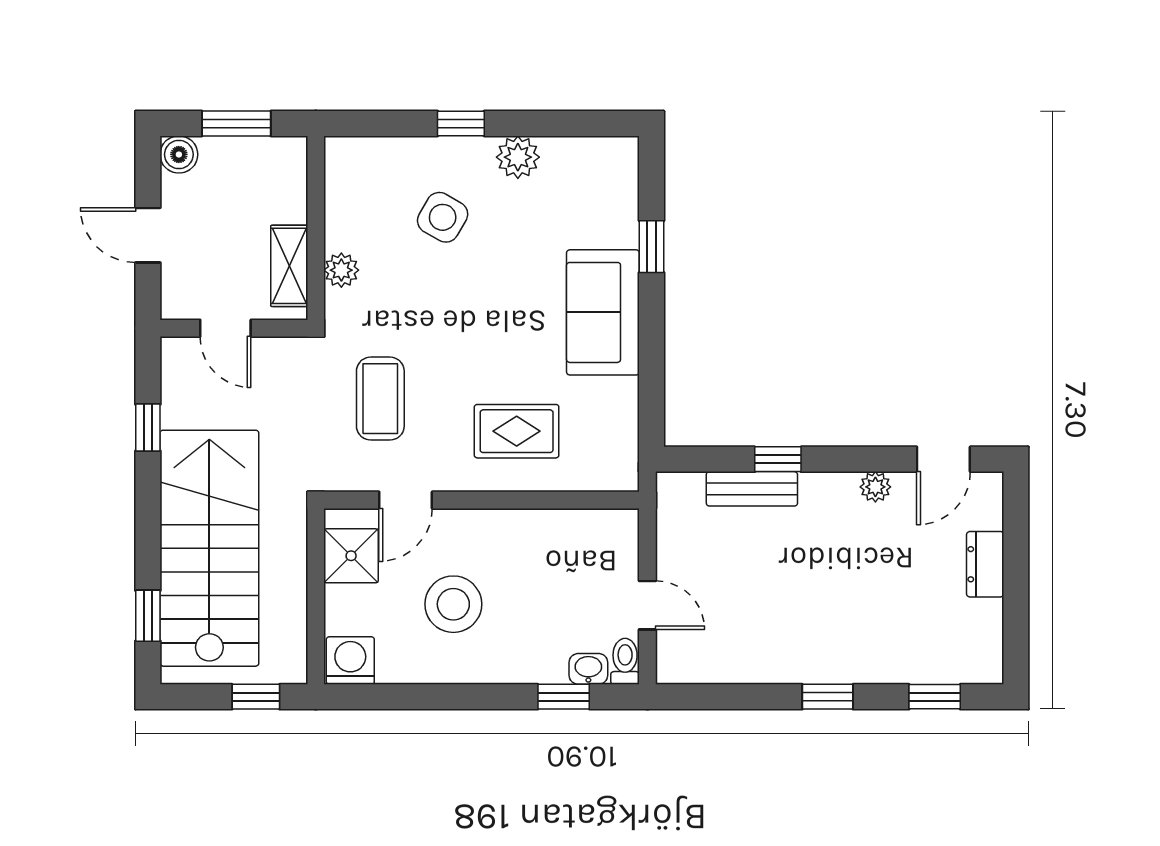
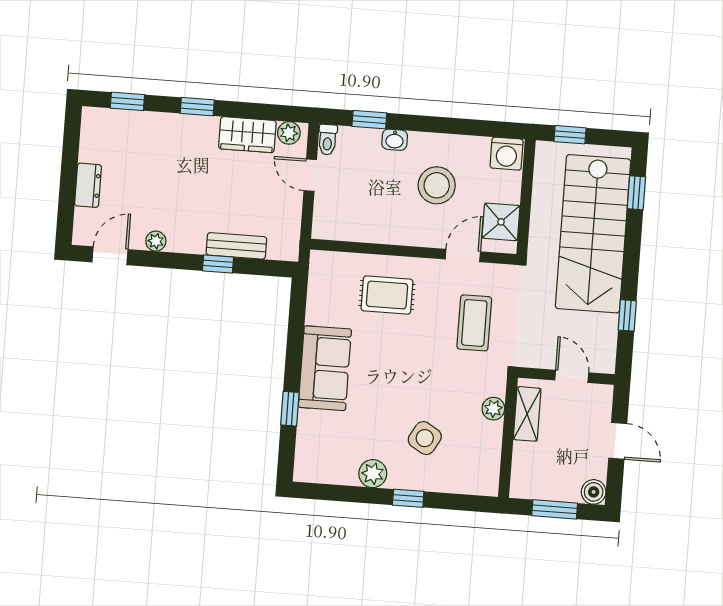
wardrobe: (748, 660) -> (247, 135), added
plant: (685, 667) -> (289, 133), added
washbasin: (588, 669) -> (395, 140), moved

